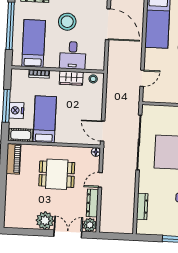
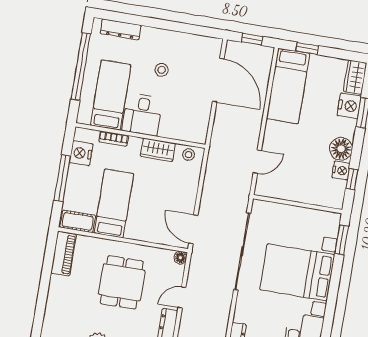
stool: (67, 22) -> (162, 70), width x0.53, depth x0.53
desk: (73, 55) -> (142, 115), moved
nightstand: (16, 110) -> (81, 153), moved
dining table: (57, 174) -> (122, 282), turned 90

